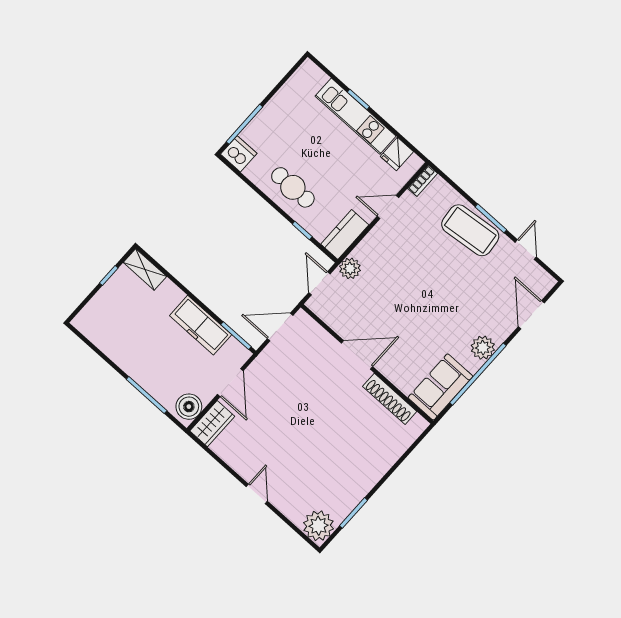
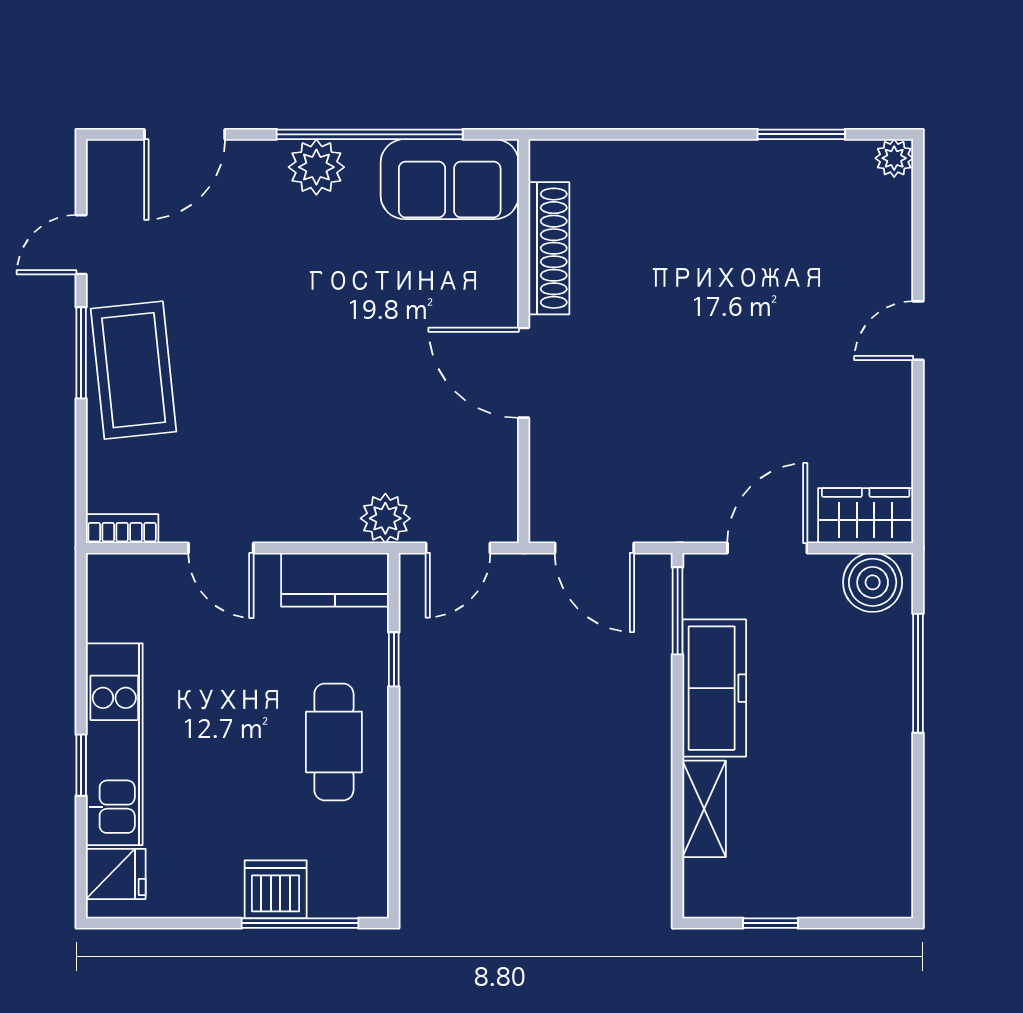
dishwasher: (239, 154) -> (276, 889), moved, turned 90
fridge: (397, 154) -> (116, 874), moved
shelving: (145, 269) -> (704, 809), moved
plant: (318, 526) -> (894, 158), width x0.53, depth x0.53

